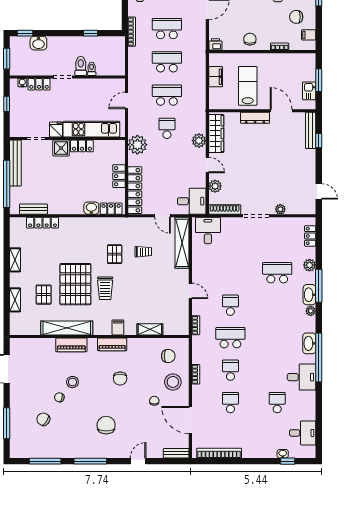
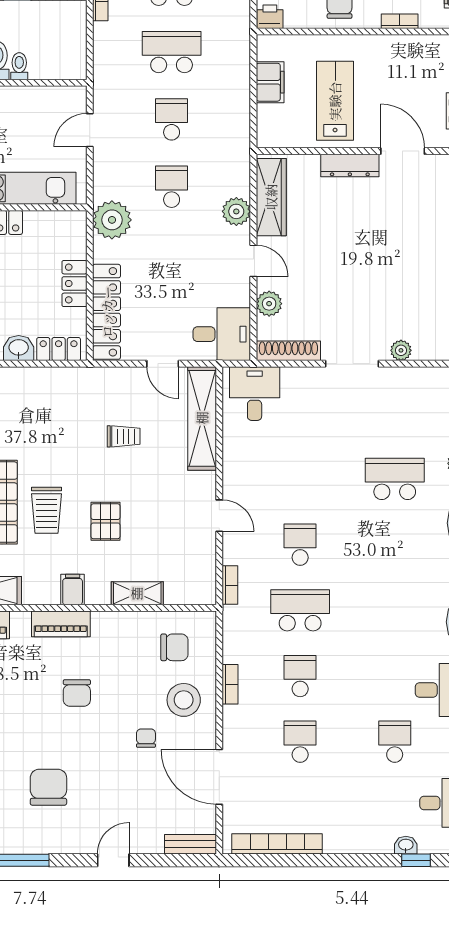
school desk: (167, 95) -> (172, 119), width x0.54
pallet: (115, 254) -> (106, 521), moved

